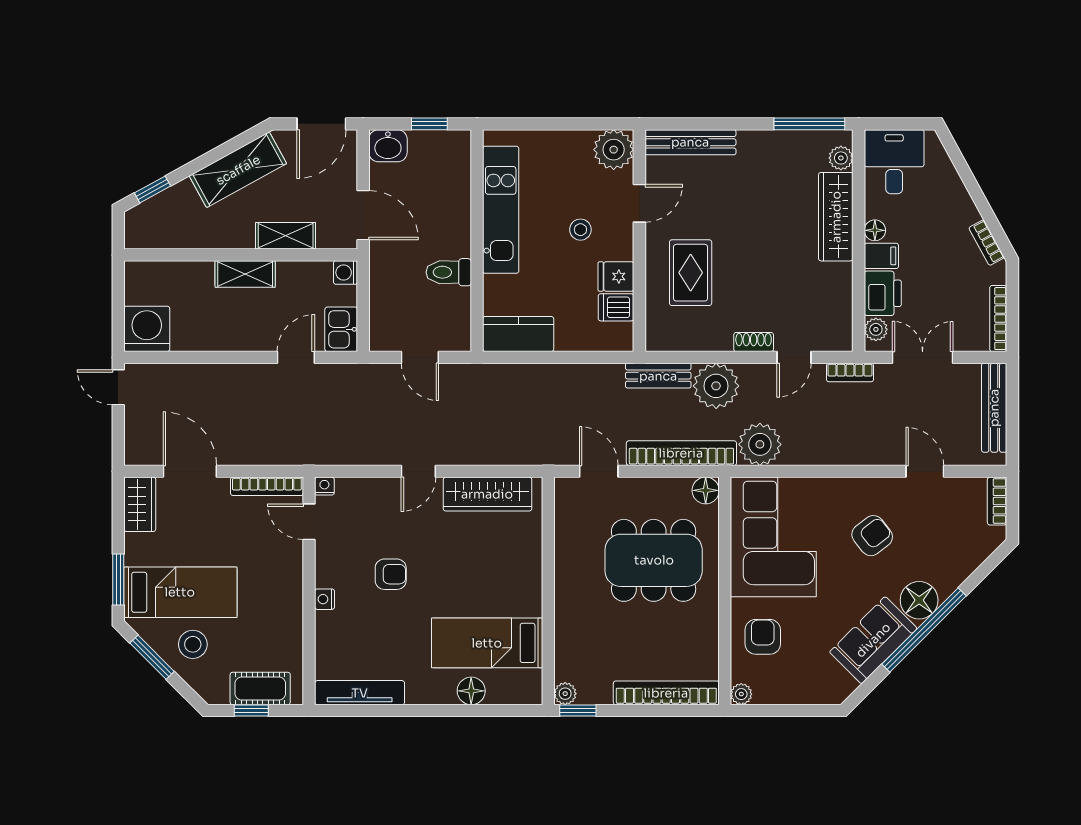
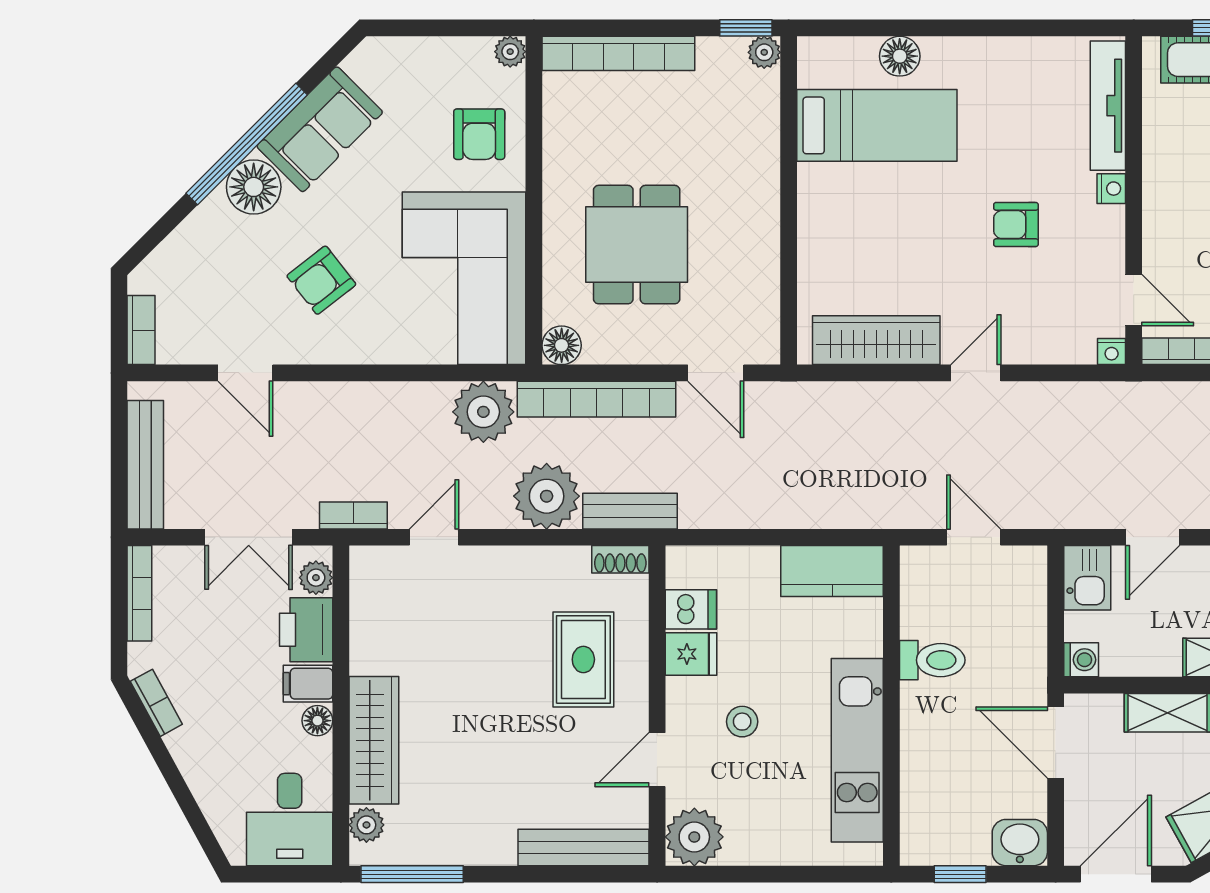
shoe rack: (754, 342) -> (620, 559), moved
dining table: (654, 560) -> (637, 245), width x0.73
tv unit: (360, 693) -> (1108, 106), moved, turned 90

